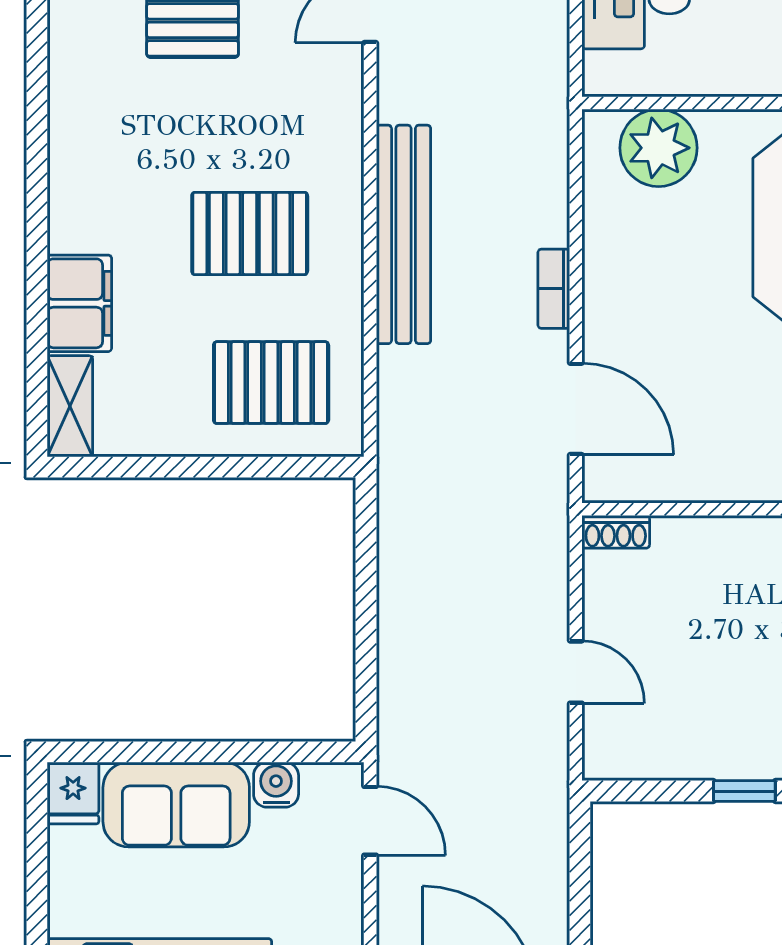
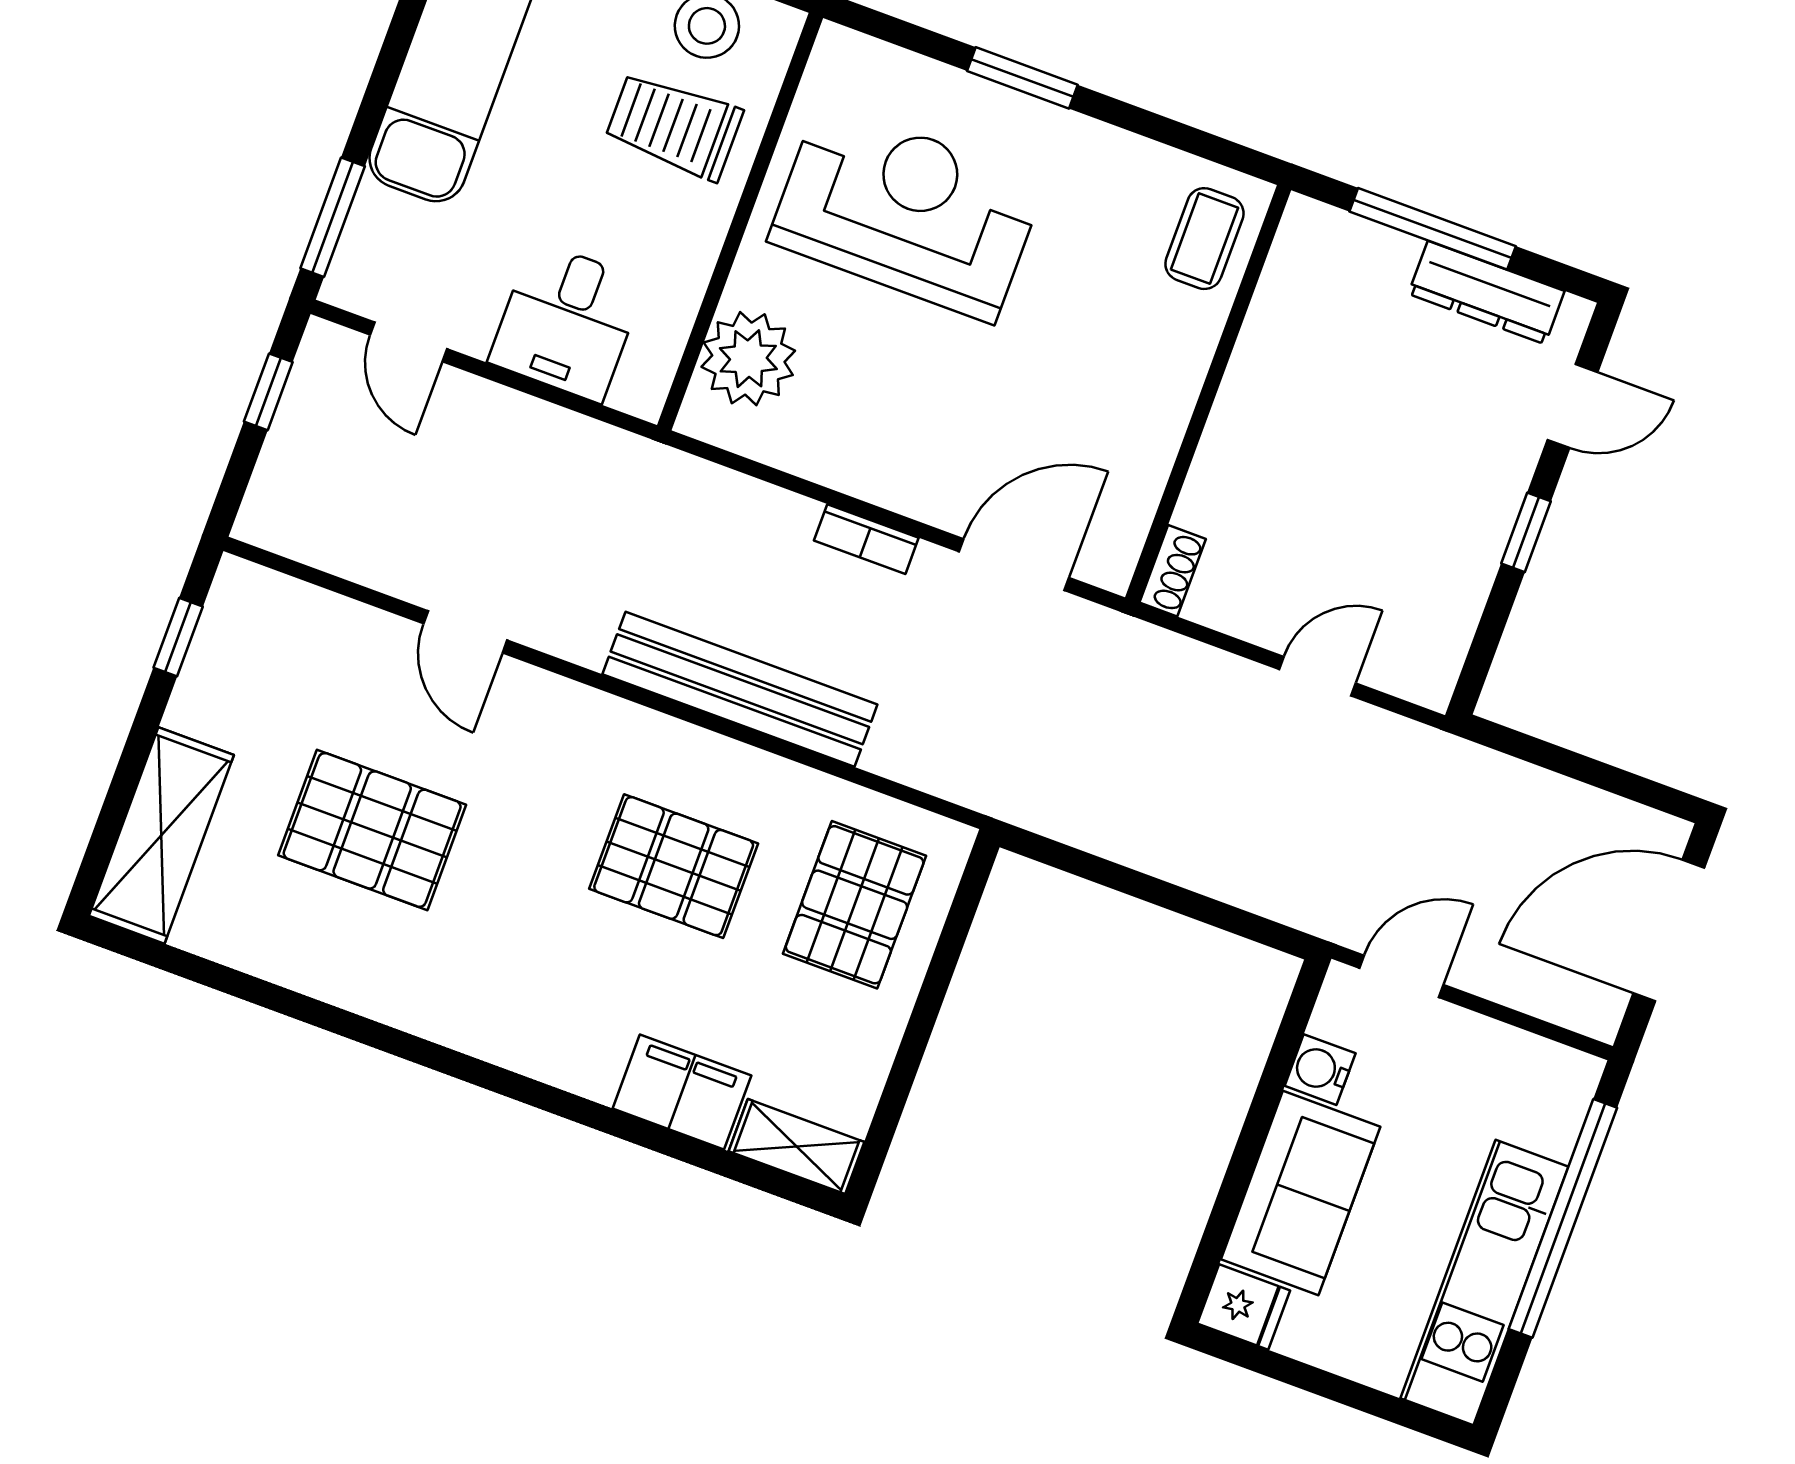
pallet: (250, 233) -> (674, 866), turned 90

